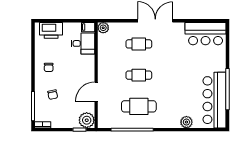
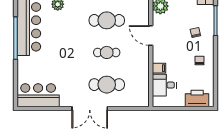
filing cabinet: (88, 27) -> (159, 68), moved
plant: (103, 28) -> (143, 101), removed
cafe table: (139, 44) -> (107, 85), width x1.37, depth x1.35
door: (96, 92) -> (151, 36), swing flipped

